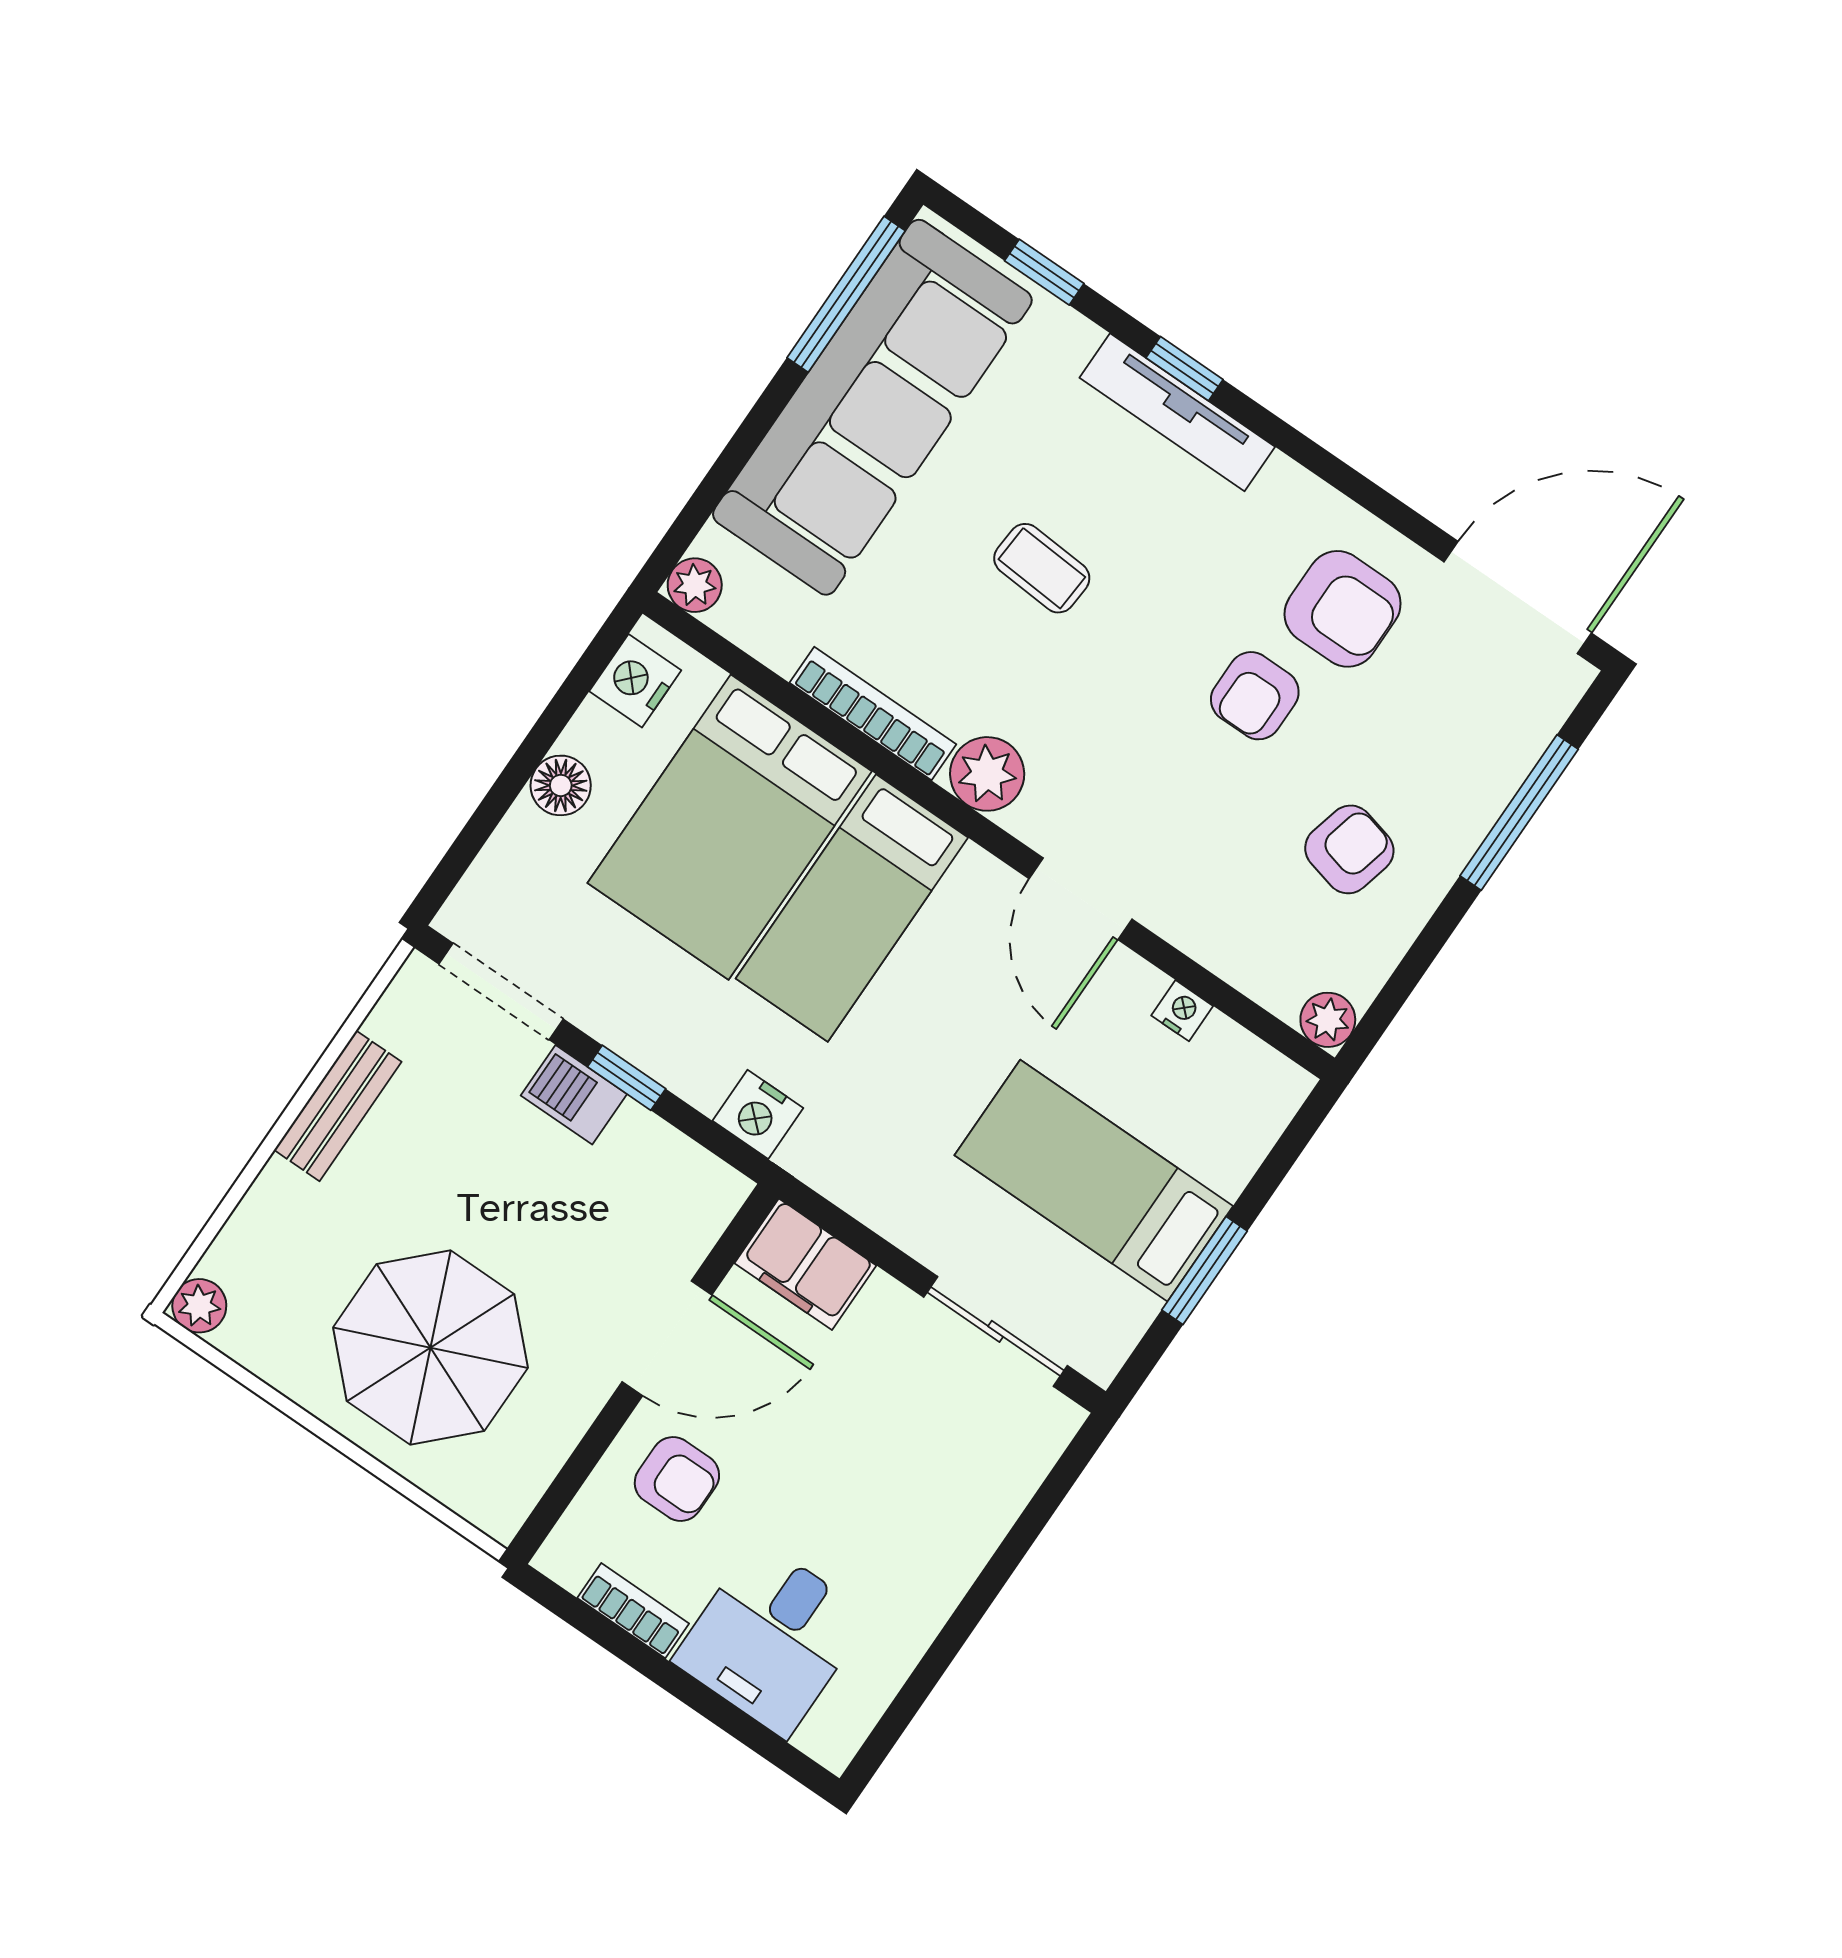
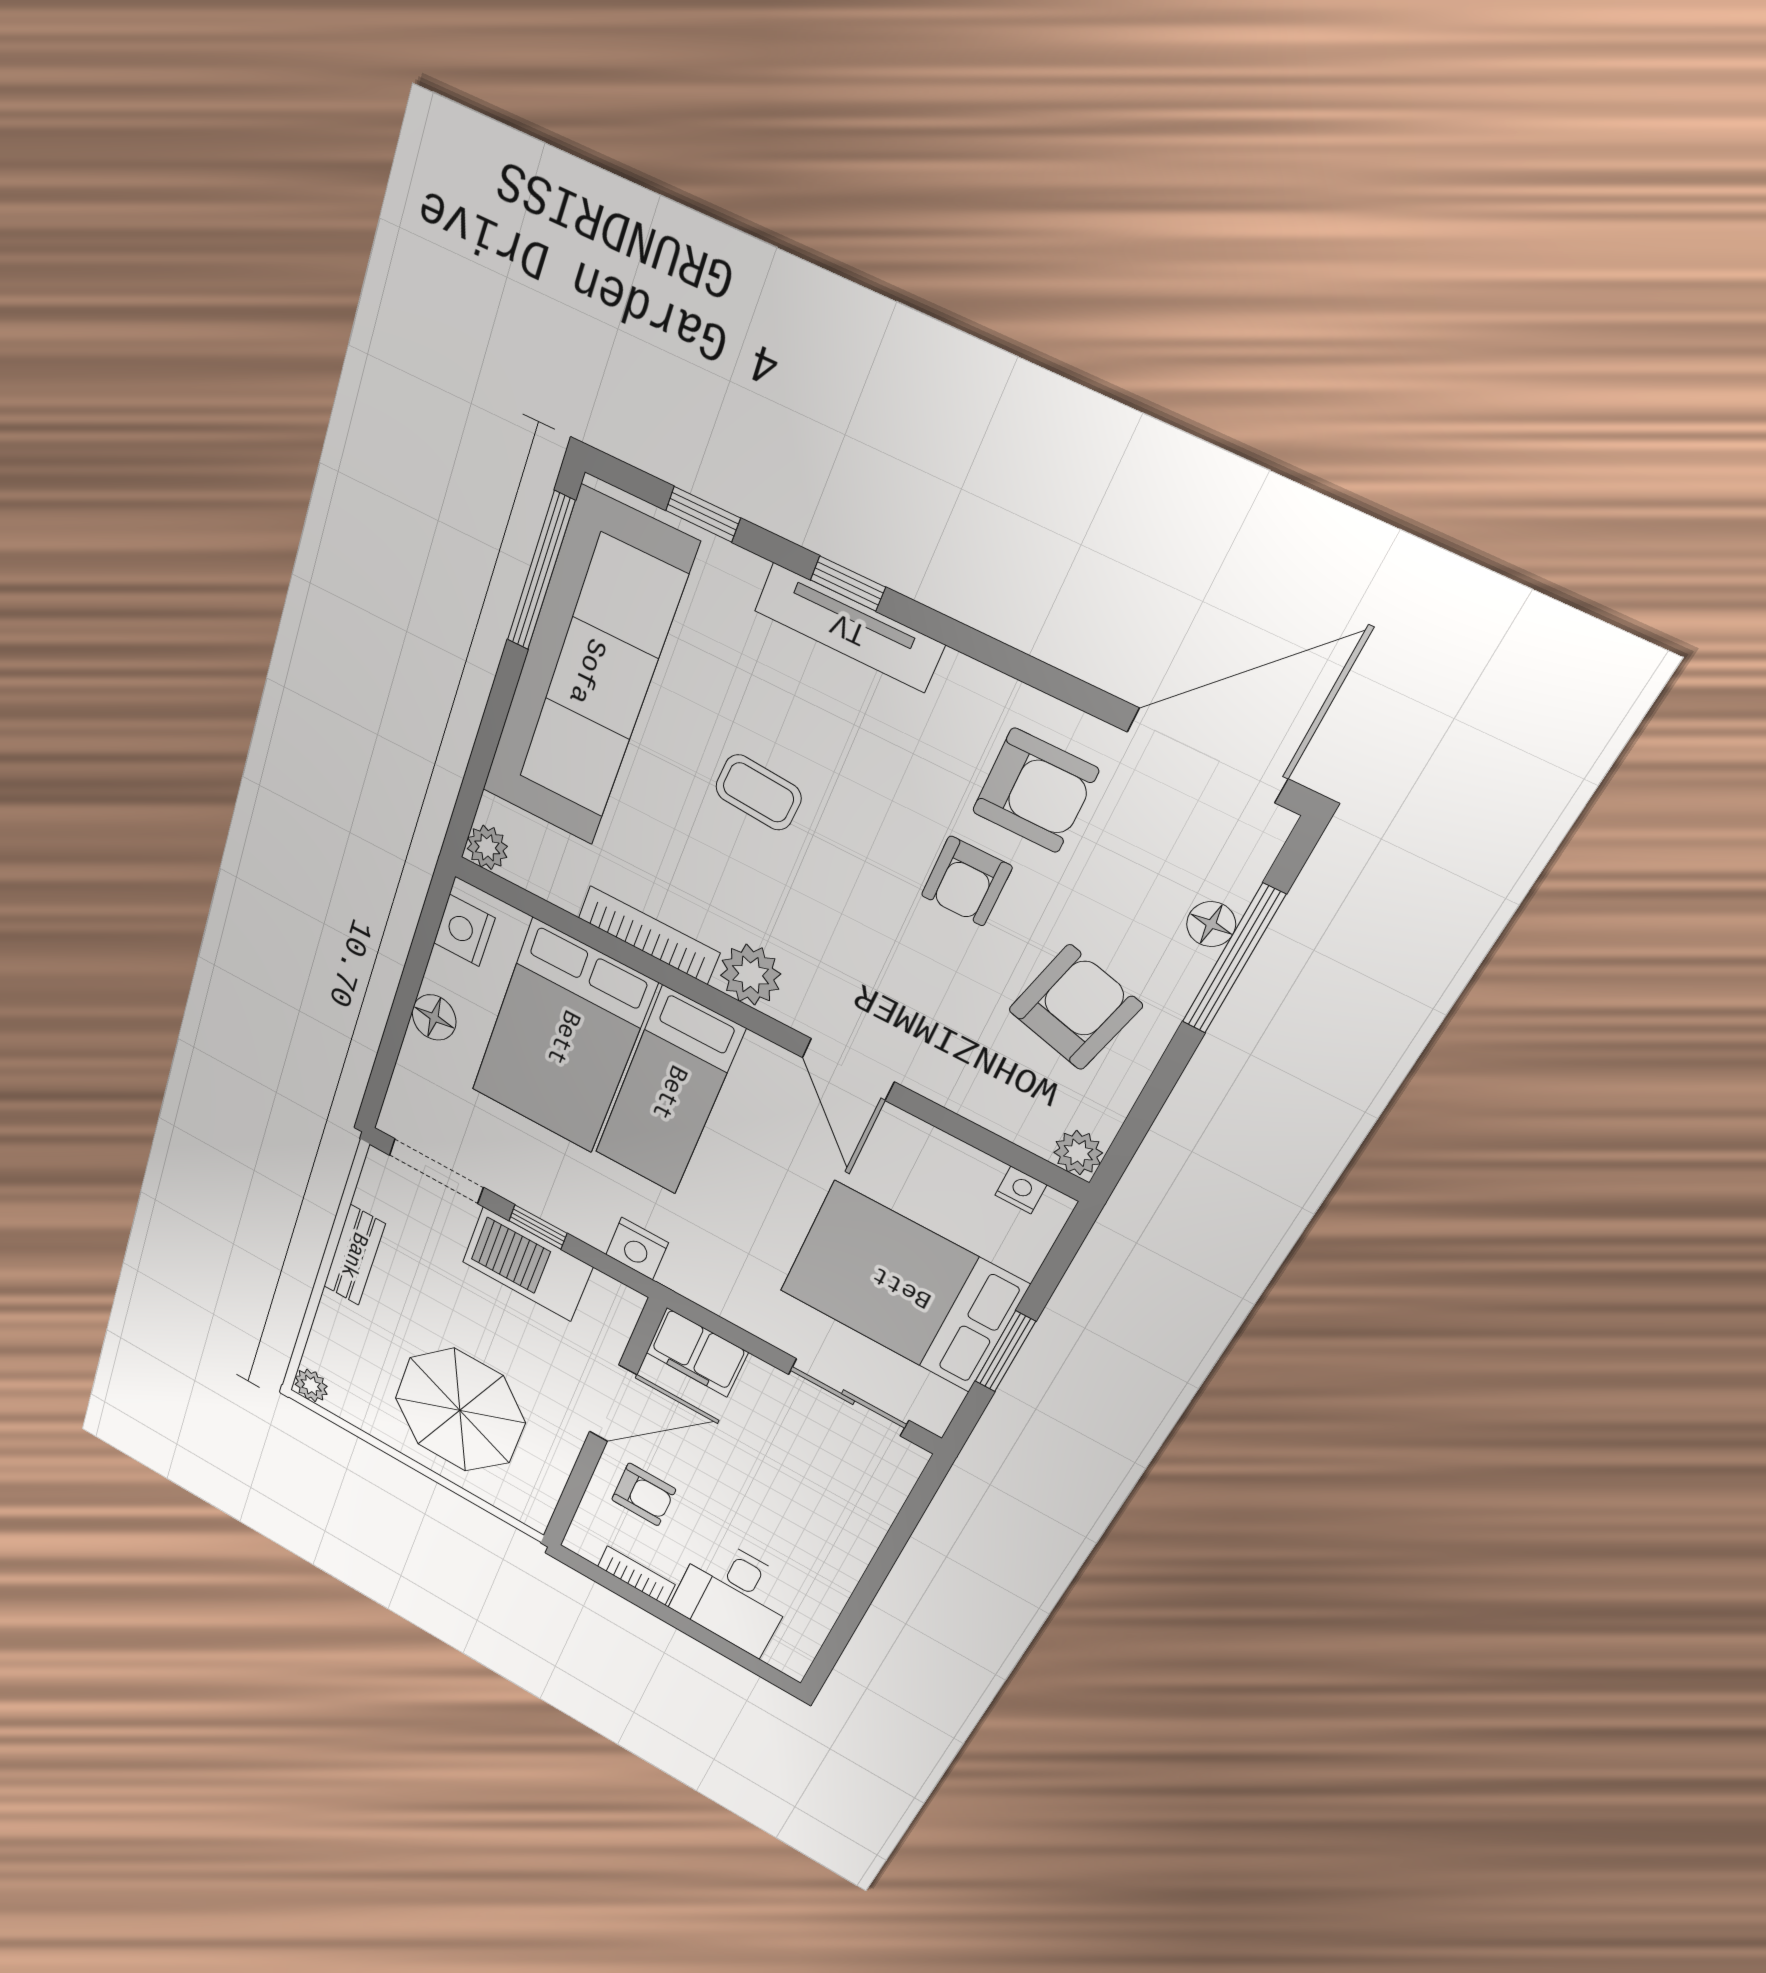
floor lamp: (1501, 772) -> (1211, 924), added
armchair: (1349, 849) -> (1075, 1008), width x1.38, depth x1.38
nightstand: (1182, 1011) -> (1021, 1190), moved
barbecue: (574, 1095) -> (527, 1264), width x1.88, depth x1.53
bed: (1094, 1181) -> (902, 1287), width x1.50

